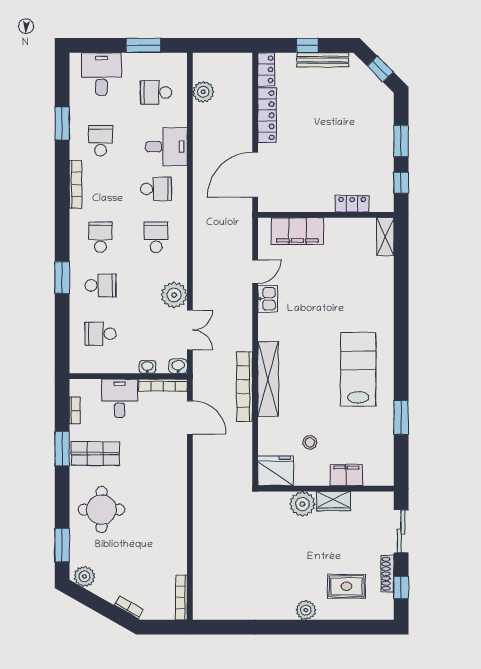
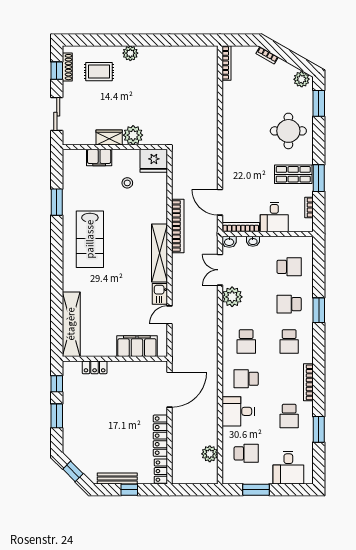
shelving: (385, 237) -> (71, 324), width x2.20, depth x1.33
shelving: (268, 379) -> (160, 253), moved
shoe rack: (388, 574) -> (67, 67), moved

